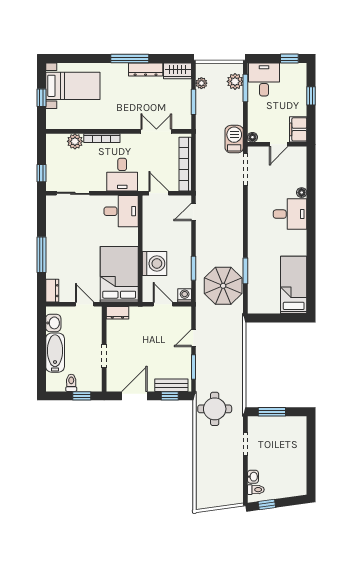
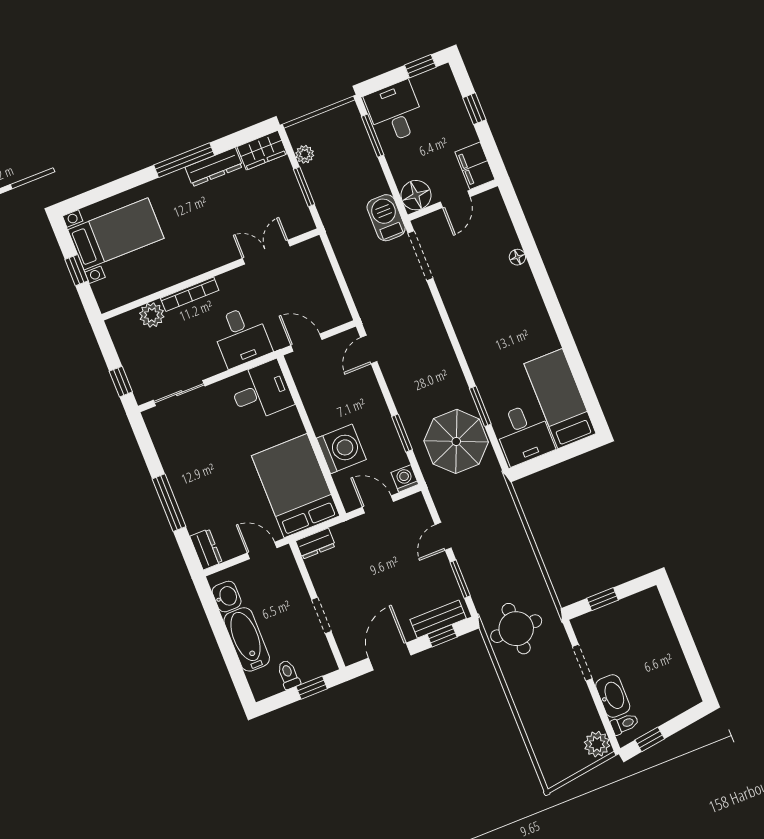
plant: (235, 81) -> (597, 744), moved
floor lamp: (252, 137) -> (416, 195), width x1.89, depth x1.89
bookcase: (185, 164) -> (328, 284), removed
desk: (290, 214) -> (524, 434), moved, turned 90
window: (272, 412) -> (602, 599), width x0.67
washbasin: (253, 477) -> (613, 696), width x1.91, depth x1.45

